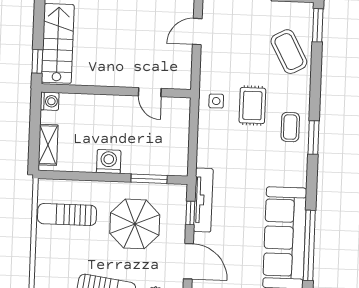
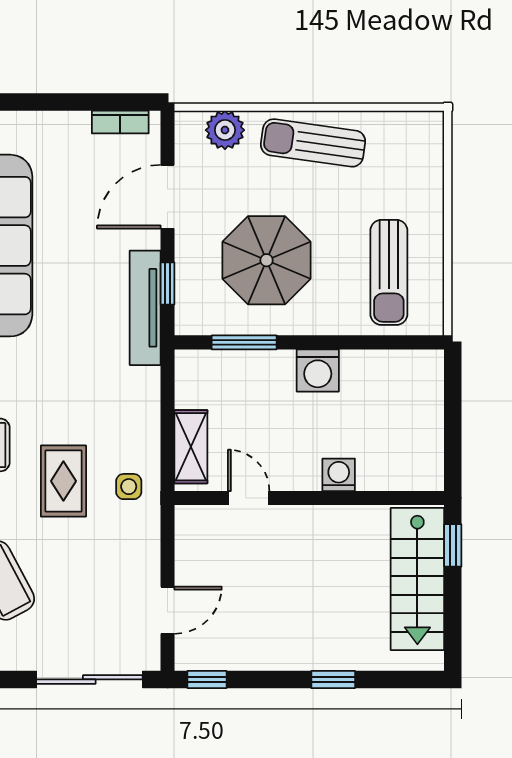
washing machine: (50, 101) -> (339, 475), moved, turned 90
shelving: (48, 145) -> (191, 447), moved
sun lounger: (67, 215) -> (389, 272), turned 90
door: (188, 261) -> (168, 197), hinge flipped

